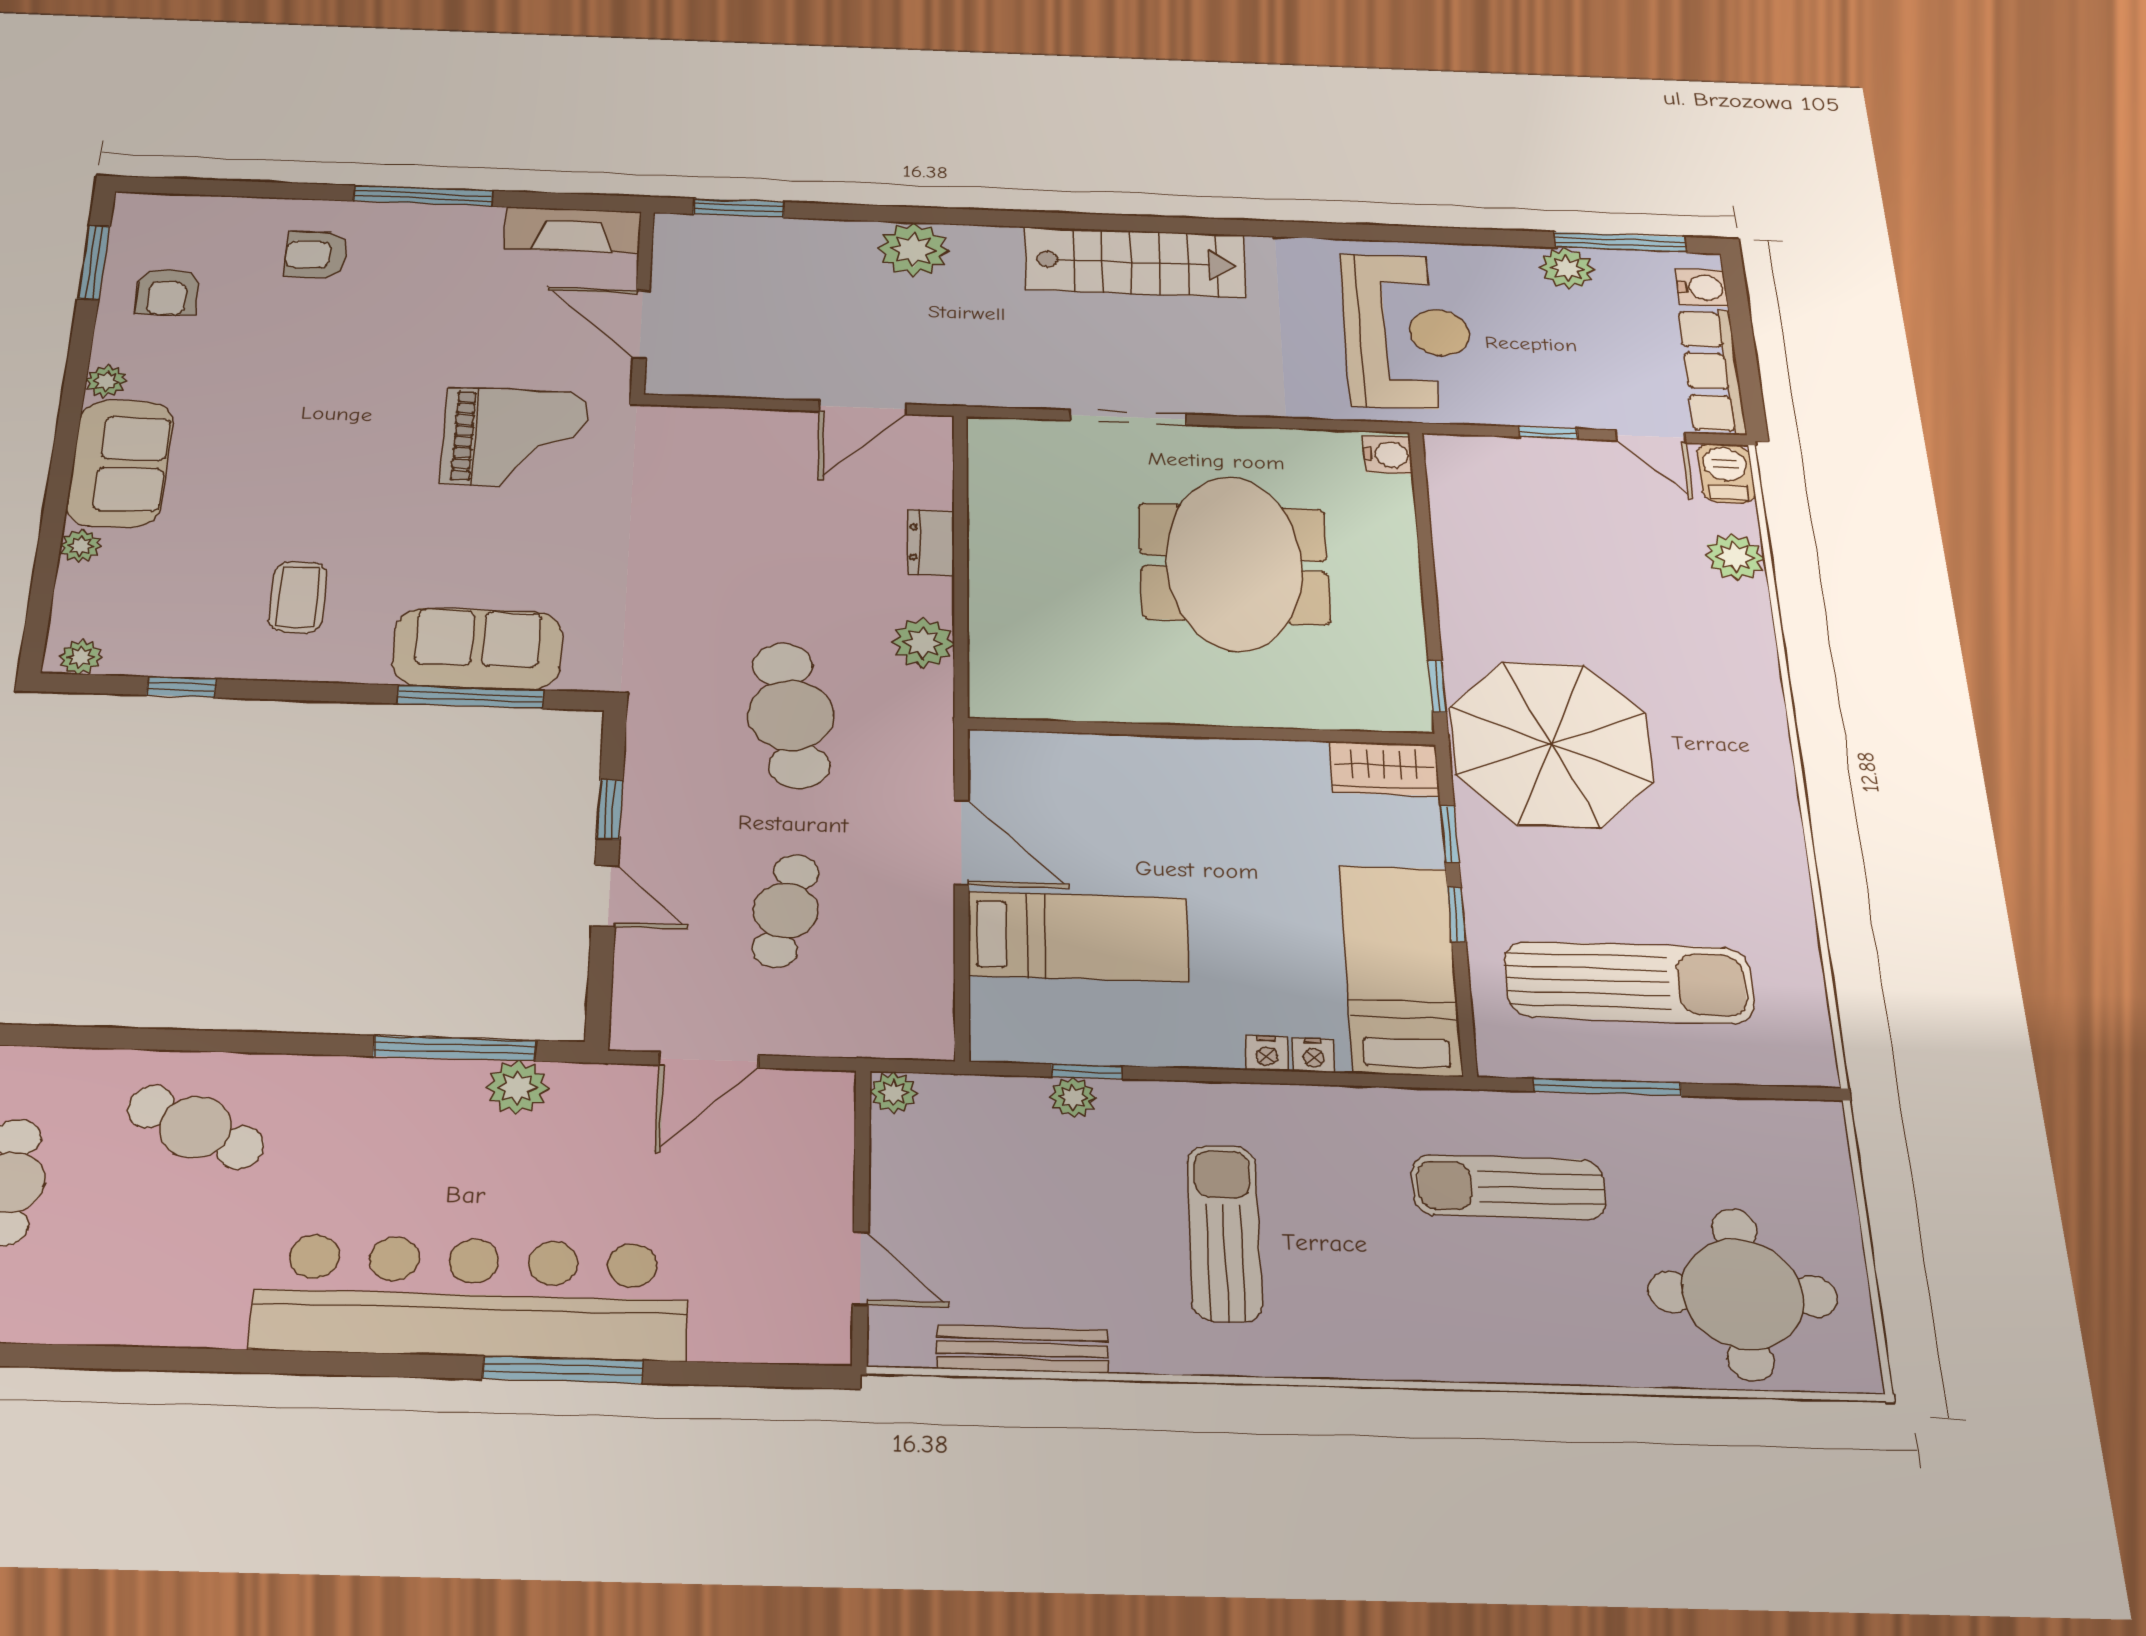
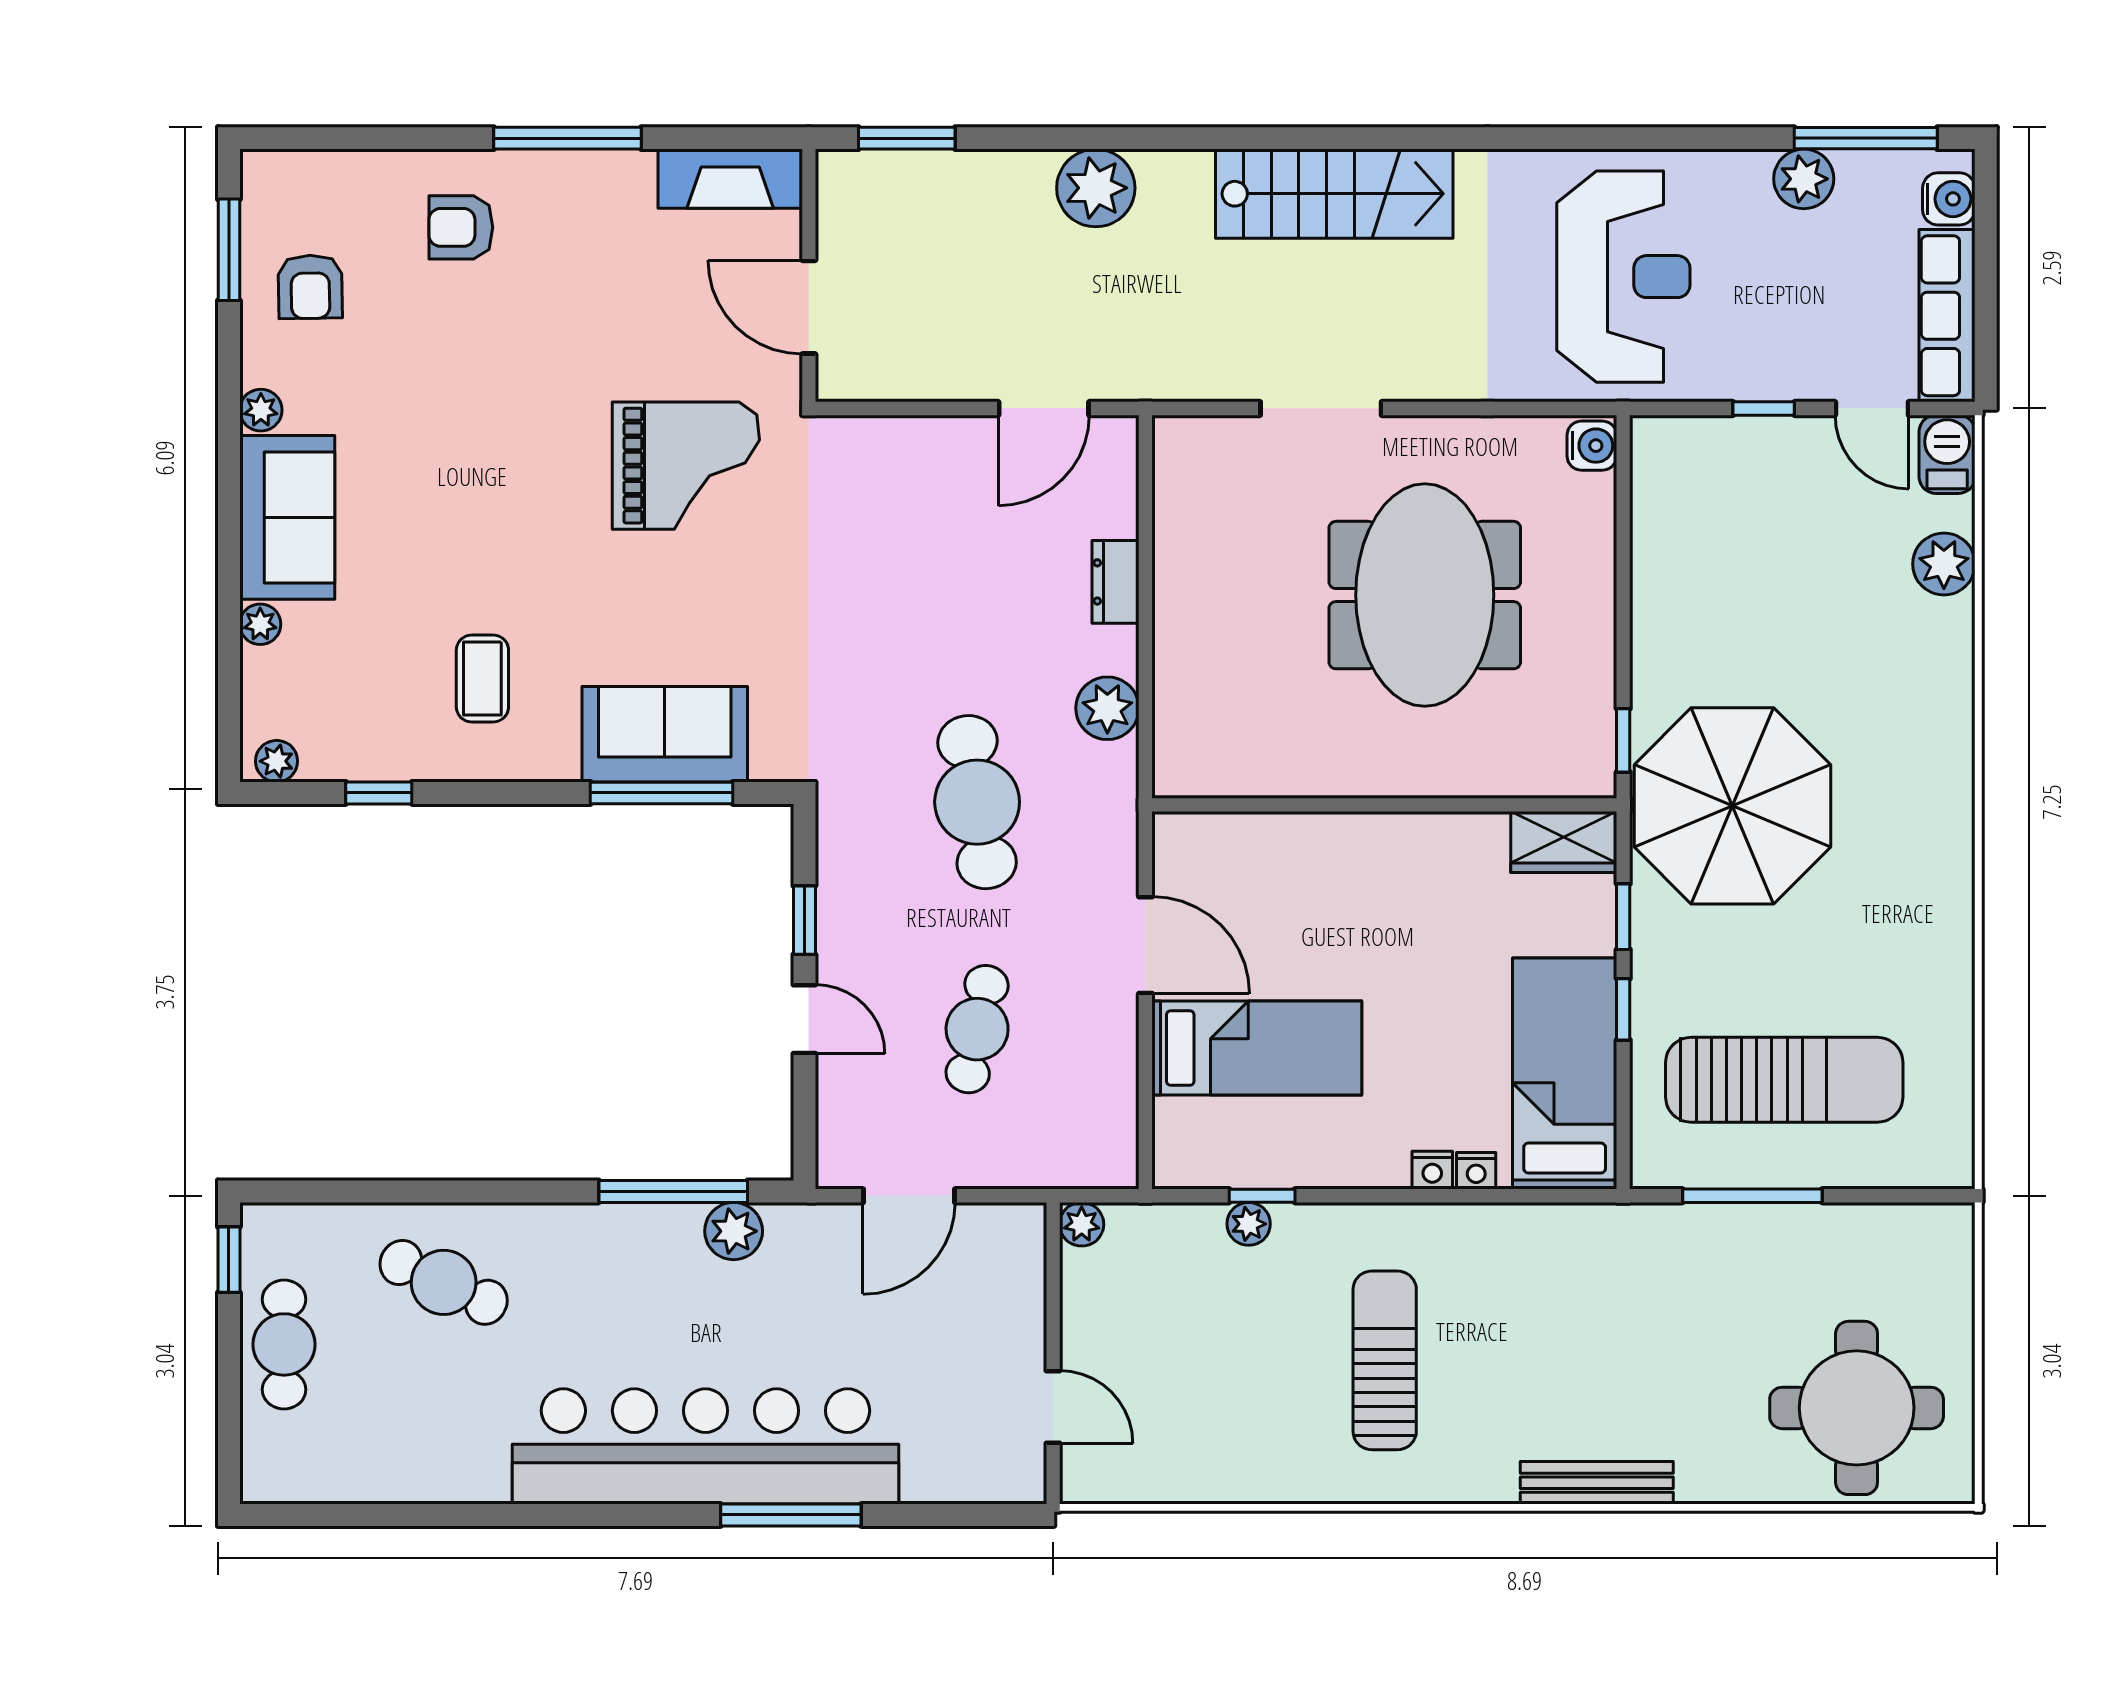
sun lounger: (1509, 1187) -> (1650, 1305), removed
bench: (1022, 1349) -> (1597, 1483), moved

